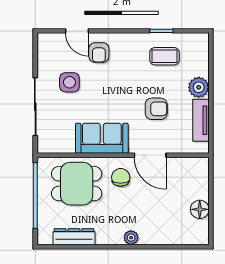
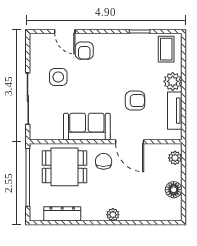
coffee table: (164, 56) -> (166, 49), moved, turned 90
plant: (201, 173) -> (175, 158), added

